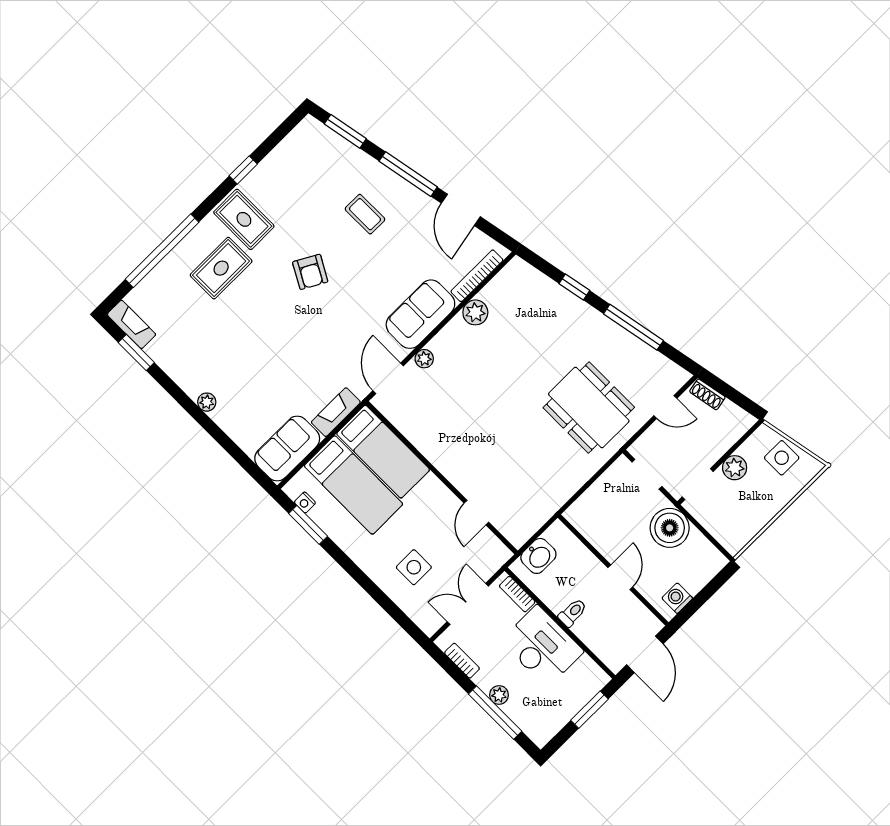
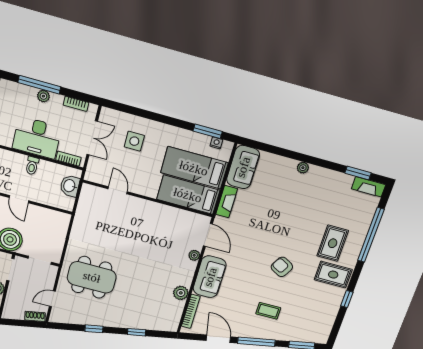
window: (633, 327) -> (94, 329), width x0.46

